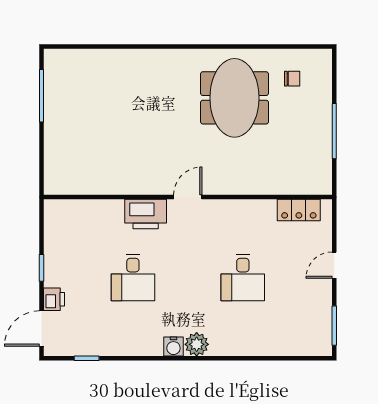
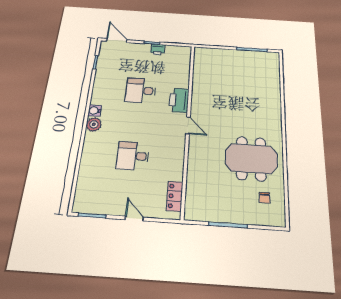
printer: (54, 299) -> (158, 50), moved

